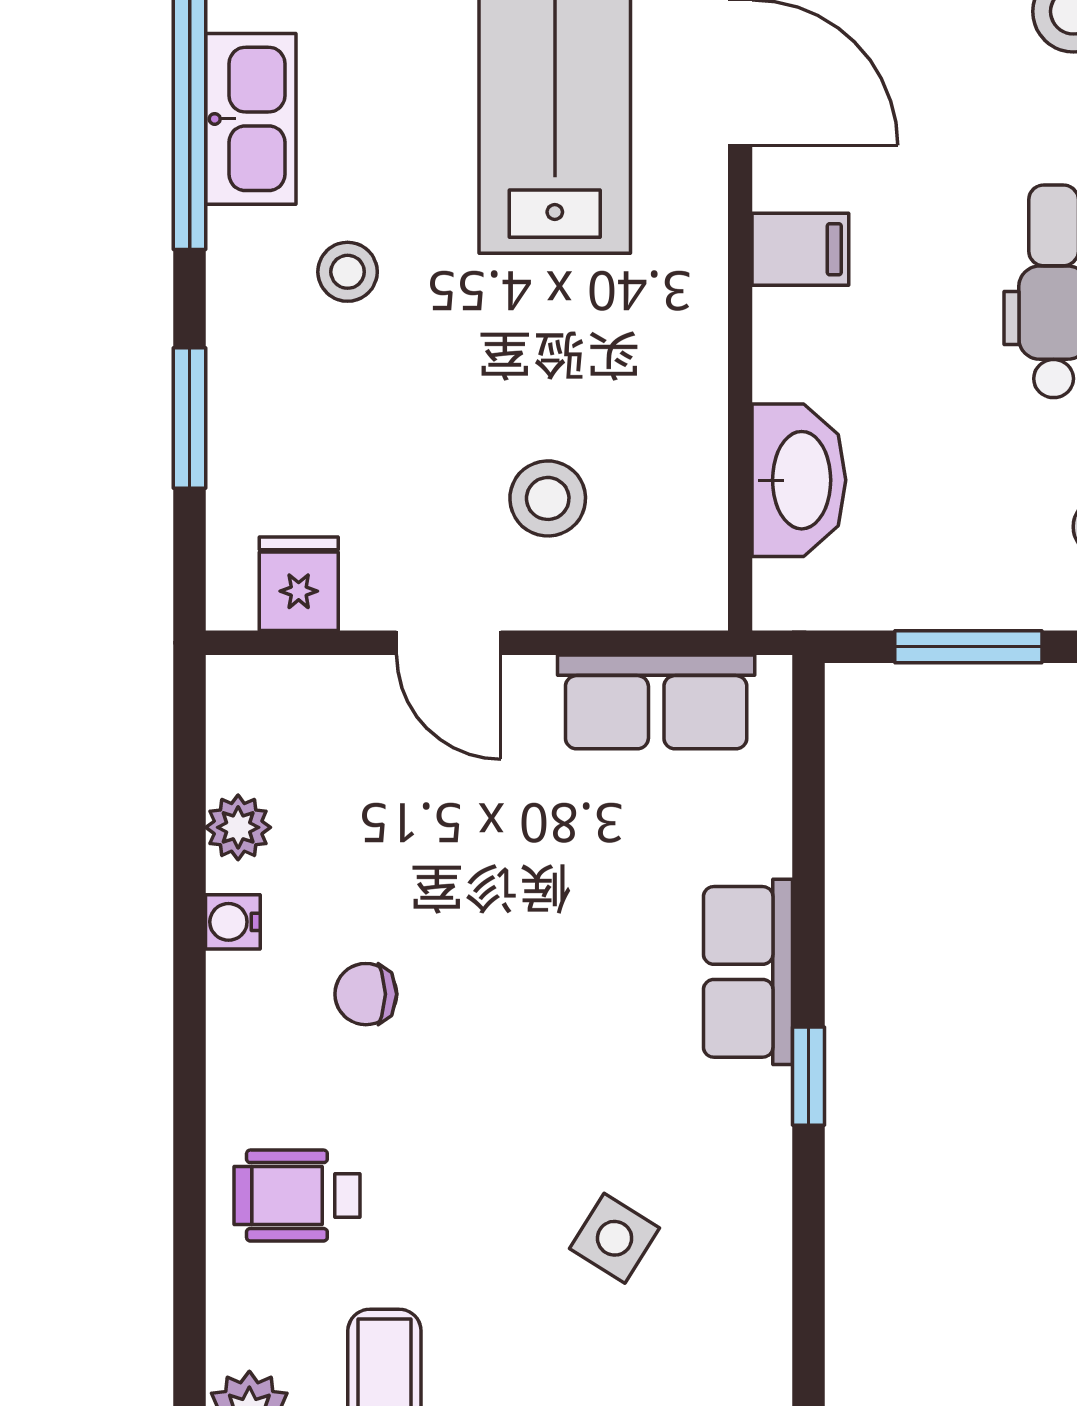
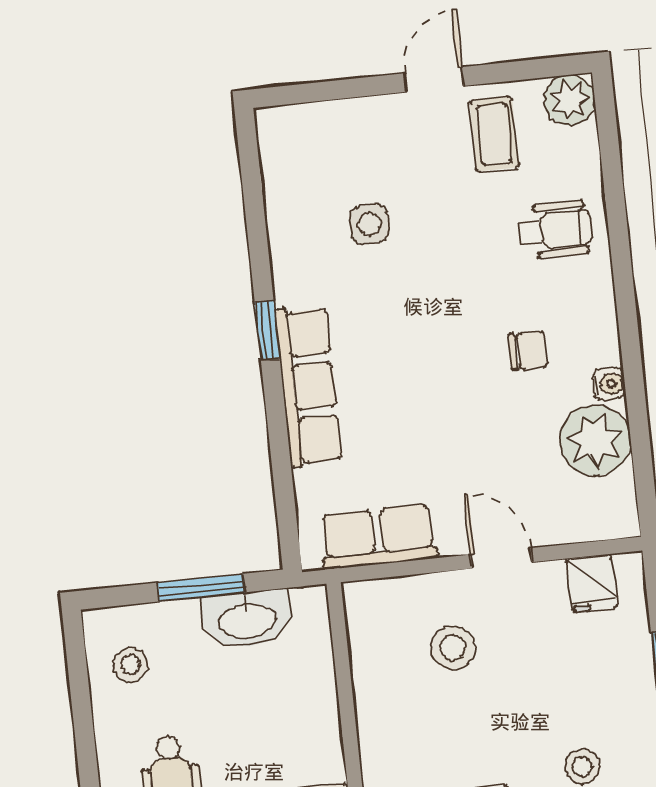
washbasin: (799, 480) -> (247, 619), moved, turned -90
plant: (238, 827) -> (595, 441), width x1.87, depth x1.87
row of seats: (748, 972) -> (308, 386), width x1.48
side table: (615, 1238) -> (369, 224), turned -32

